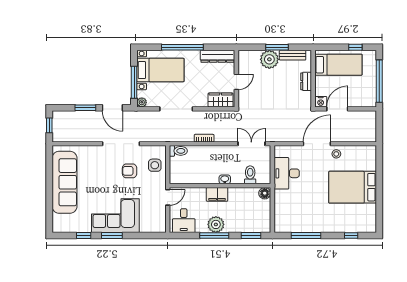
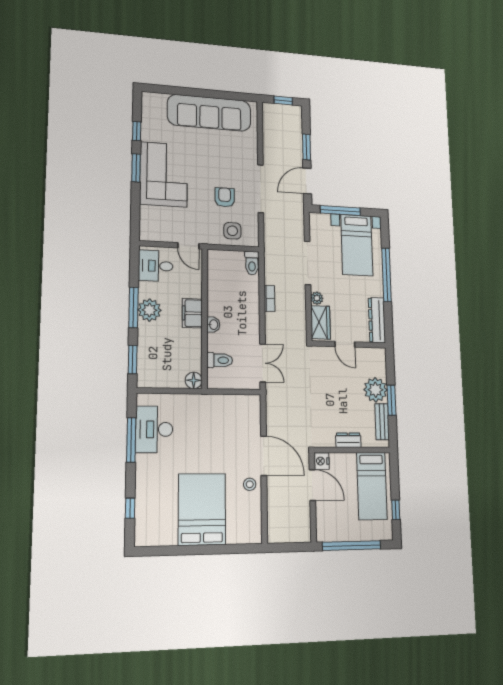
plant: (142, 102) -> (317, 298), moved
desk: (287, 173) -> (154, 429), moved, turned -90

